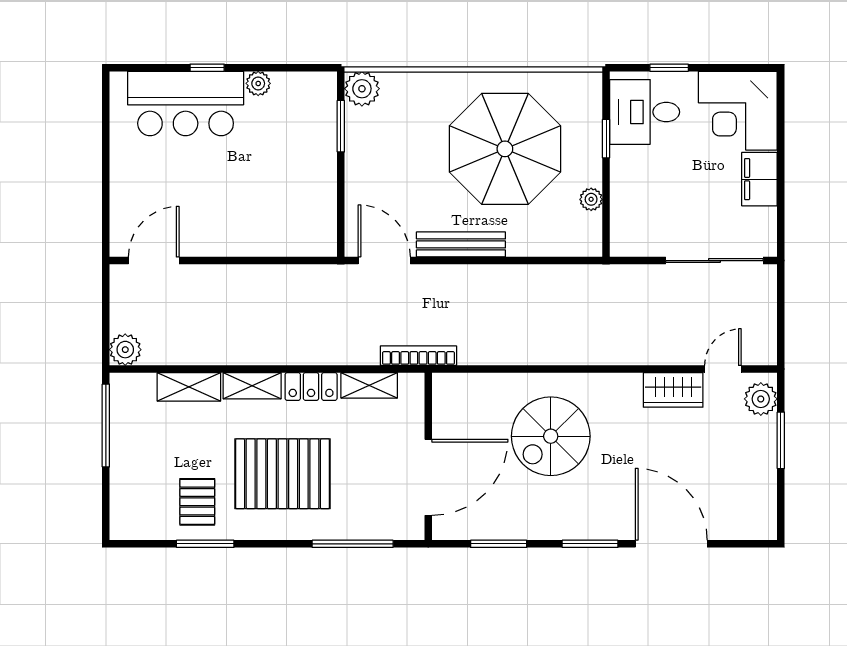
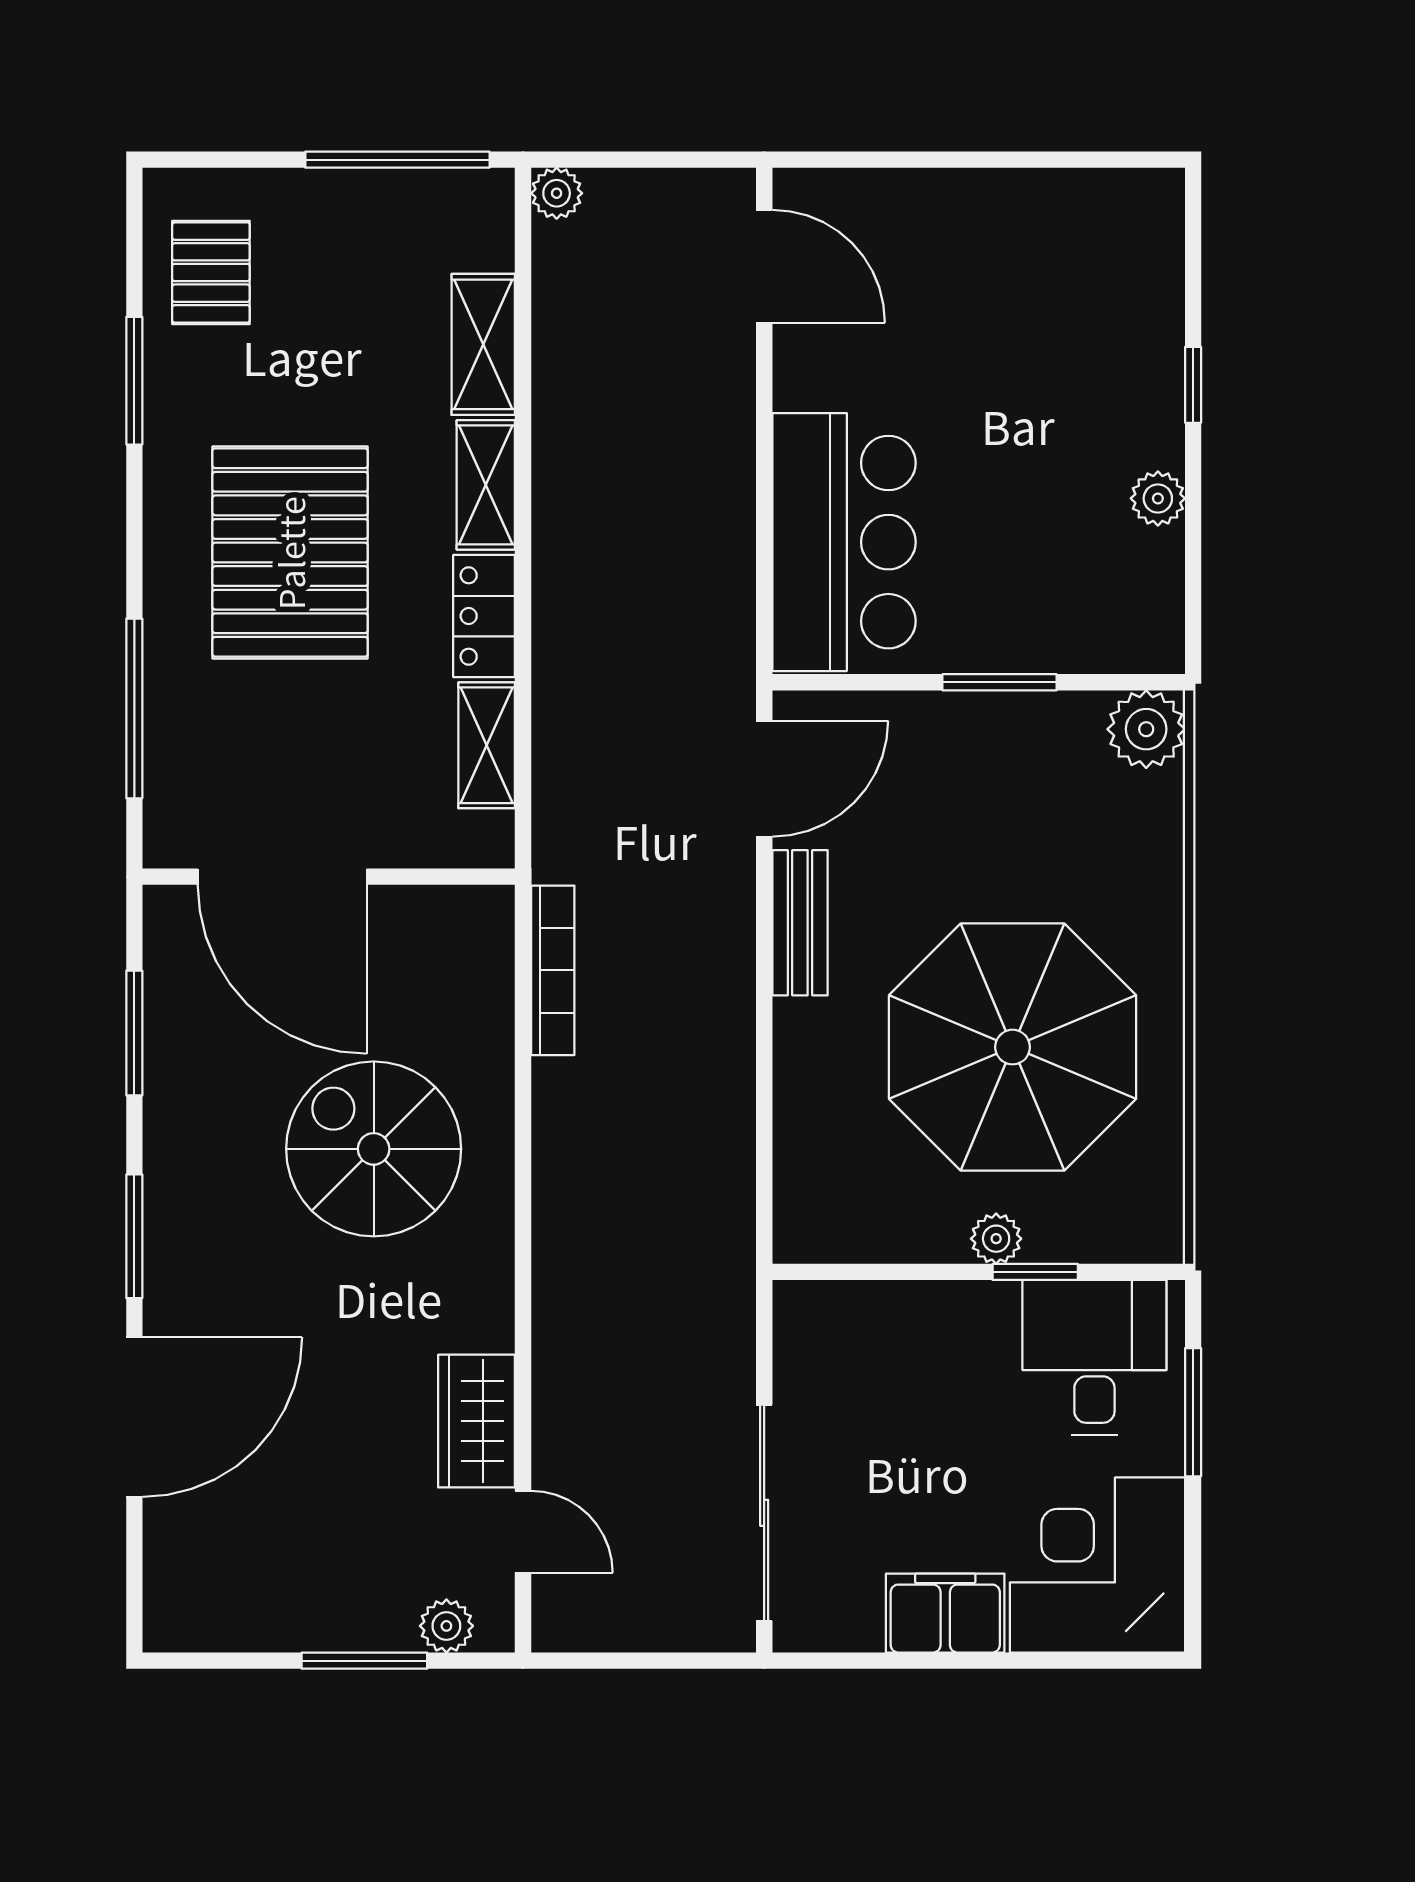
window: (669, 68) -> (1193, 1412), width x1.50
bar counter: (186, 104) -> (844, 542), moved, turned 180
window: (341, 126) -> (1000, 682), moved
plant: (591, 199) -> (996, 1239), moved
bench: (461, 244) -> (800, 923), width x0.73
plant: (125, 350) -> (557, 193), width x0.73, depth x0.73
bookcase: (418, 356) -> (553, 970), moved
plant: (761, 399) -> (446, 1626), width x0.73, depth x0.73
pallet: (197, 502) -> (211, 272), moved, turned 90

